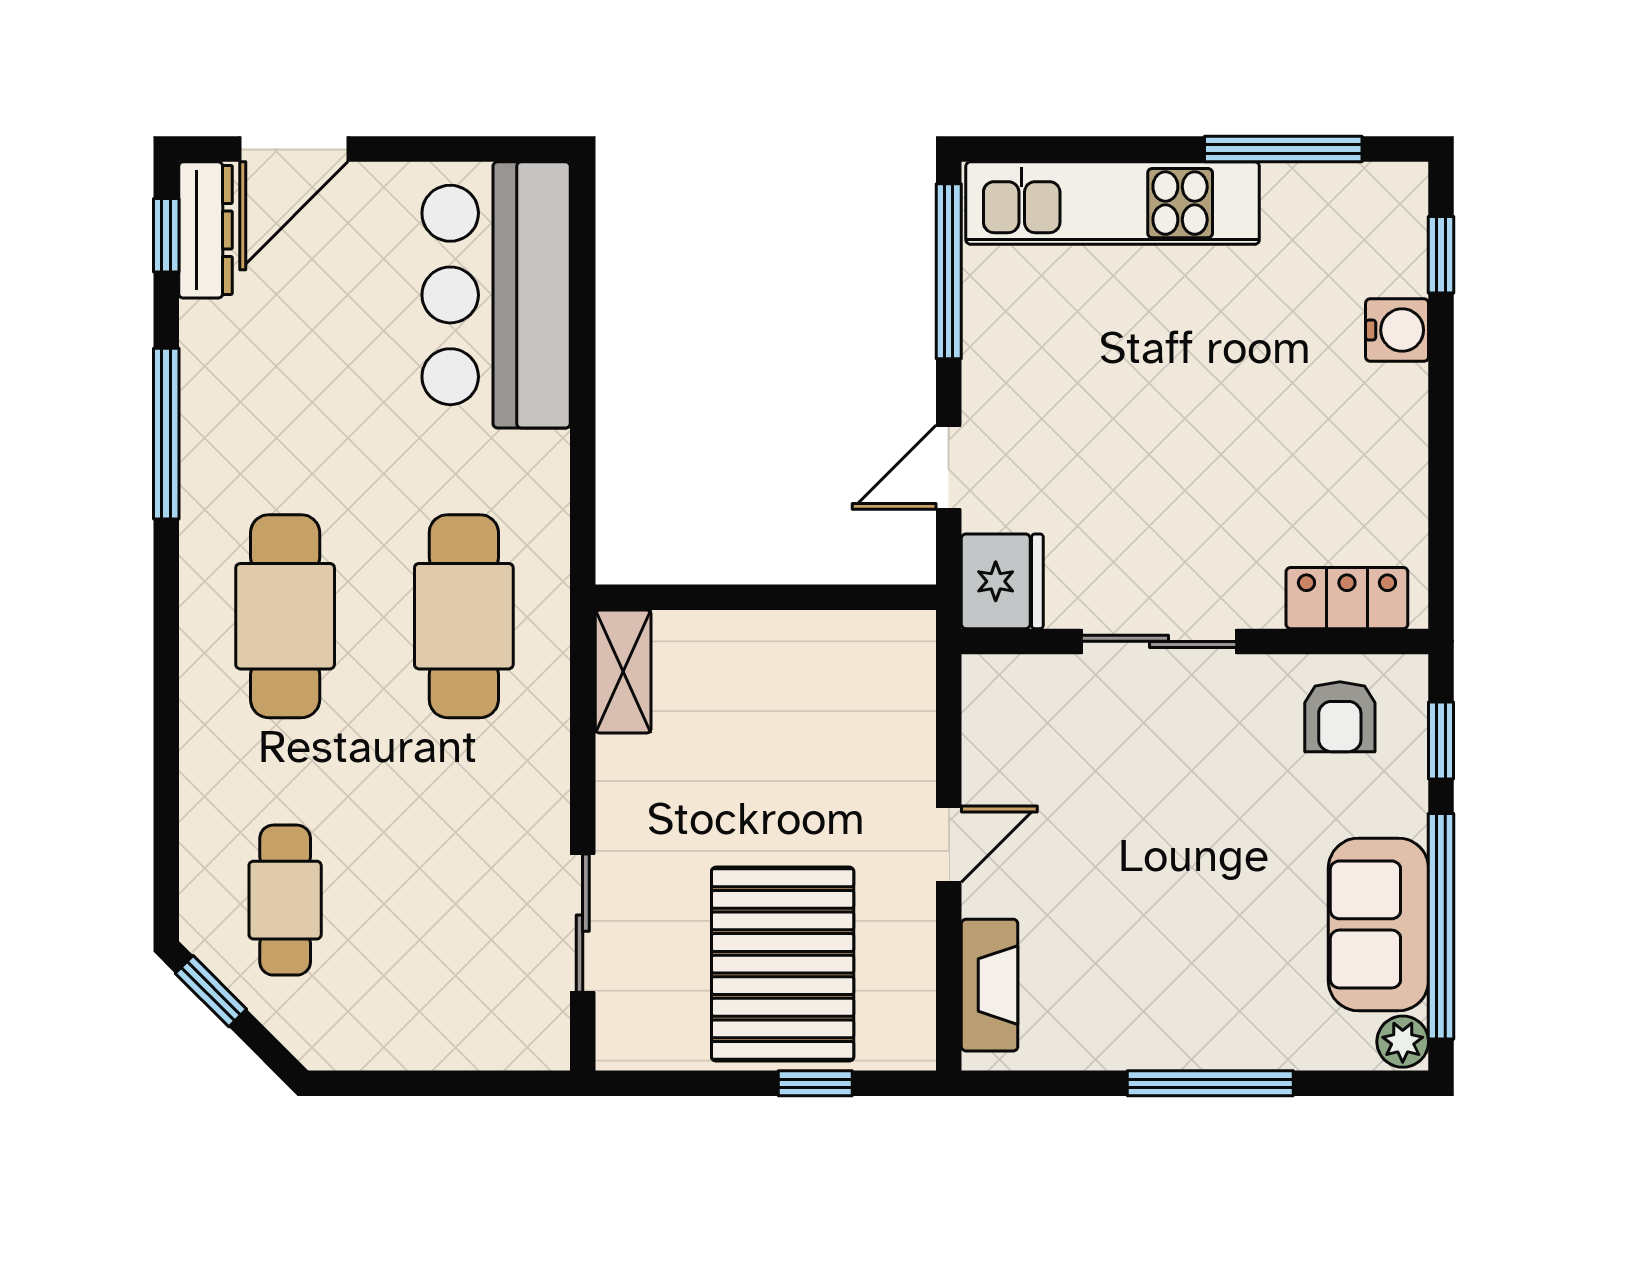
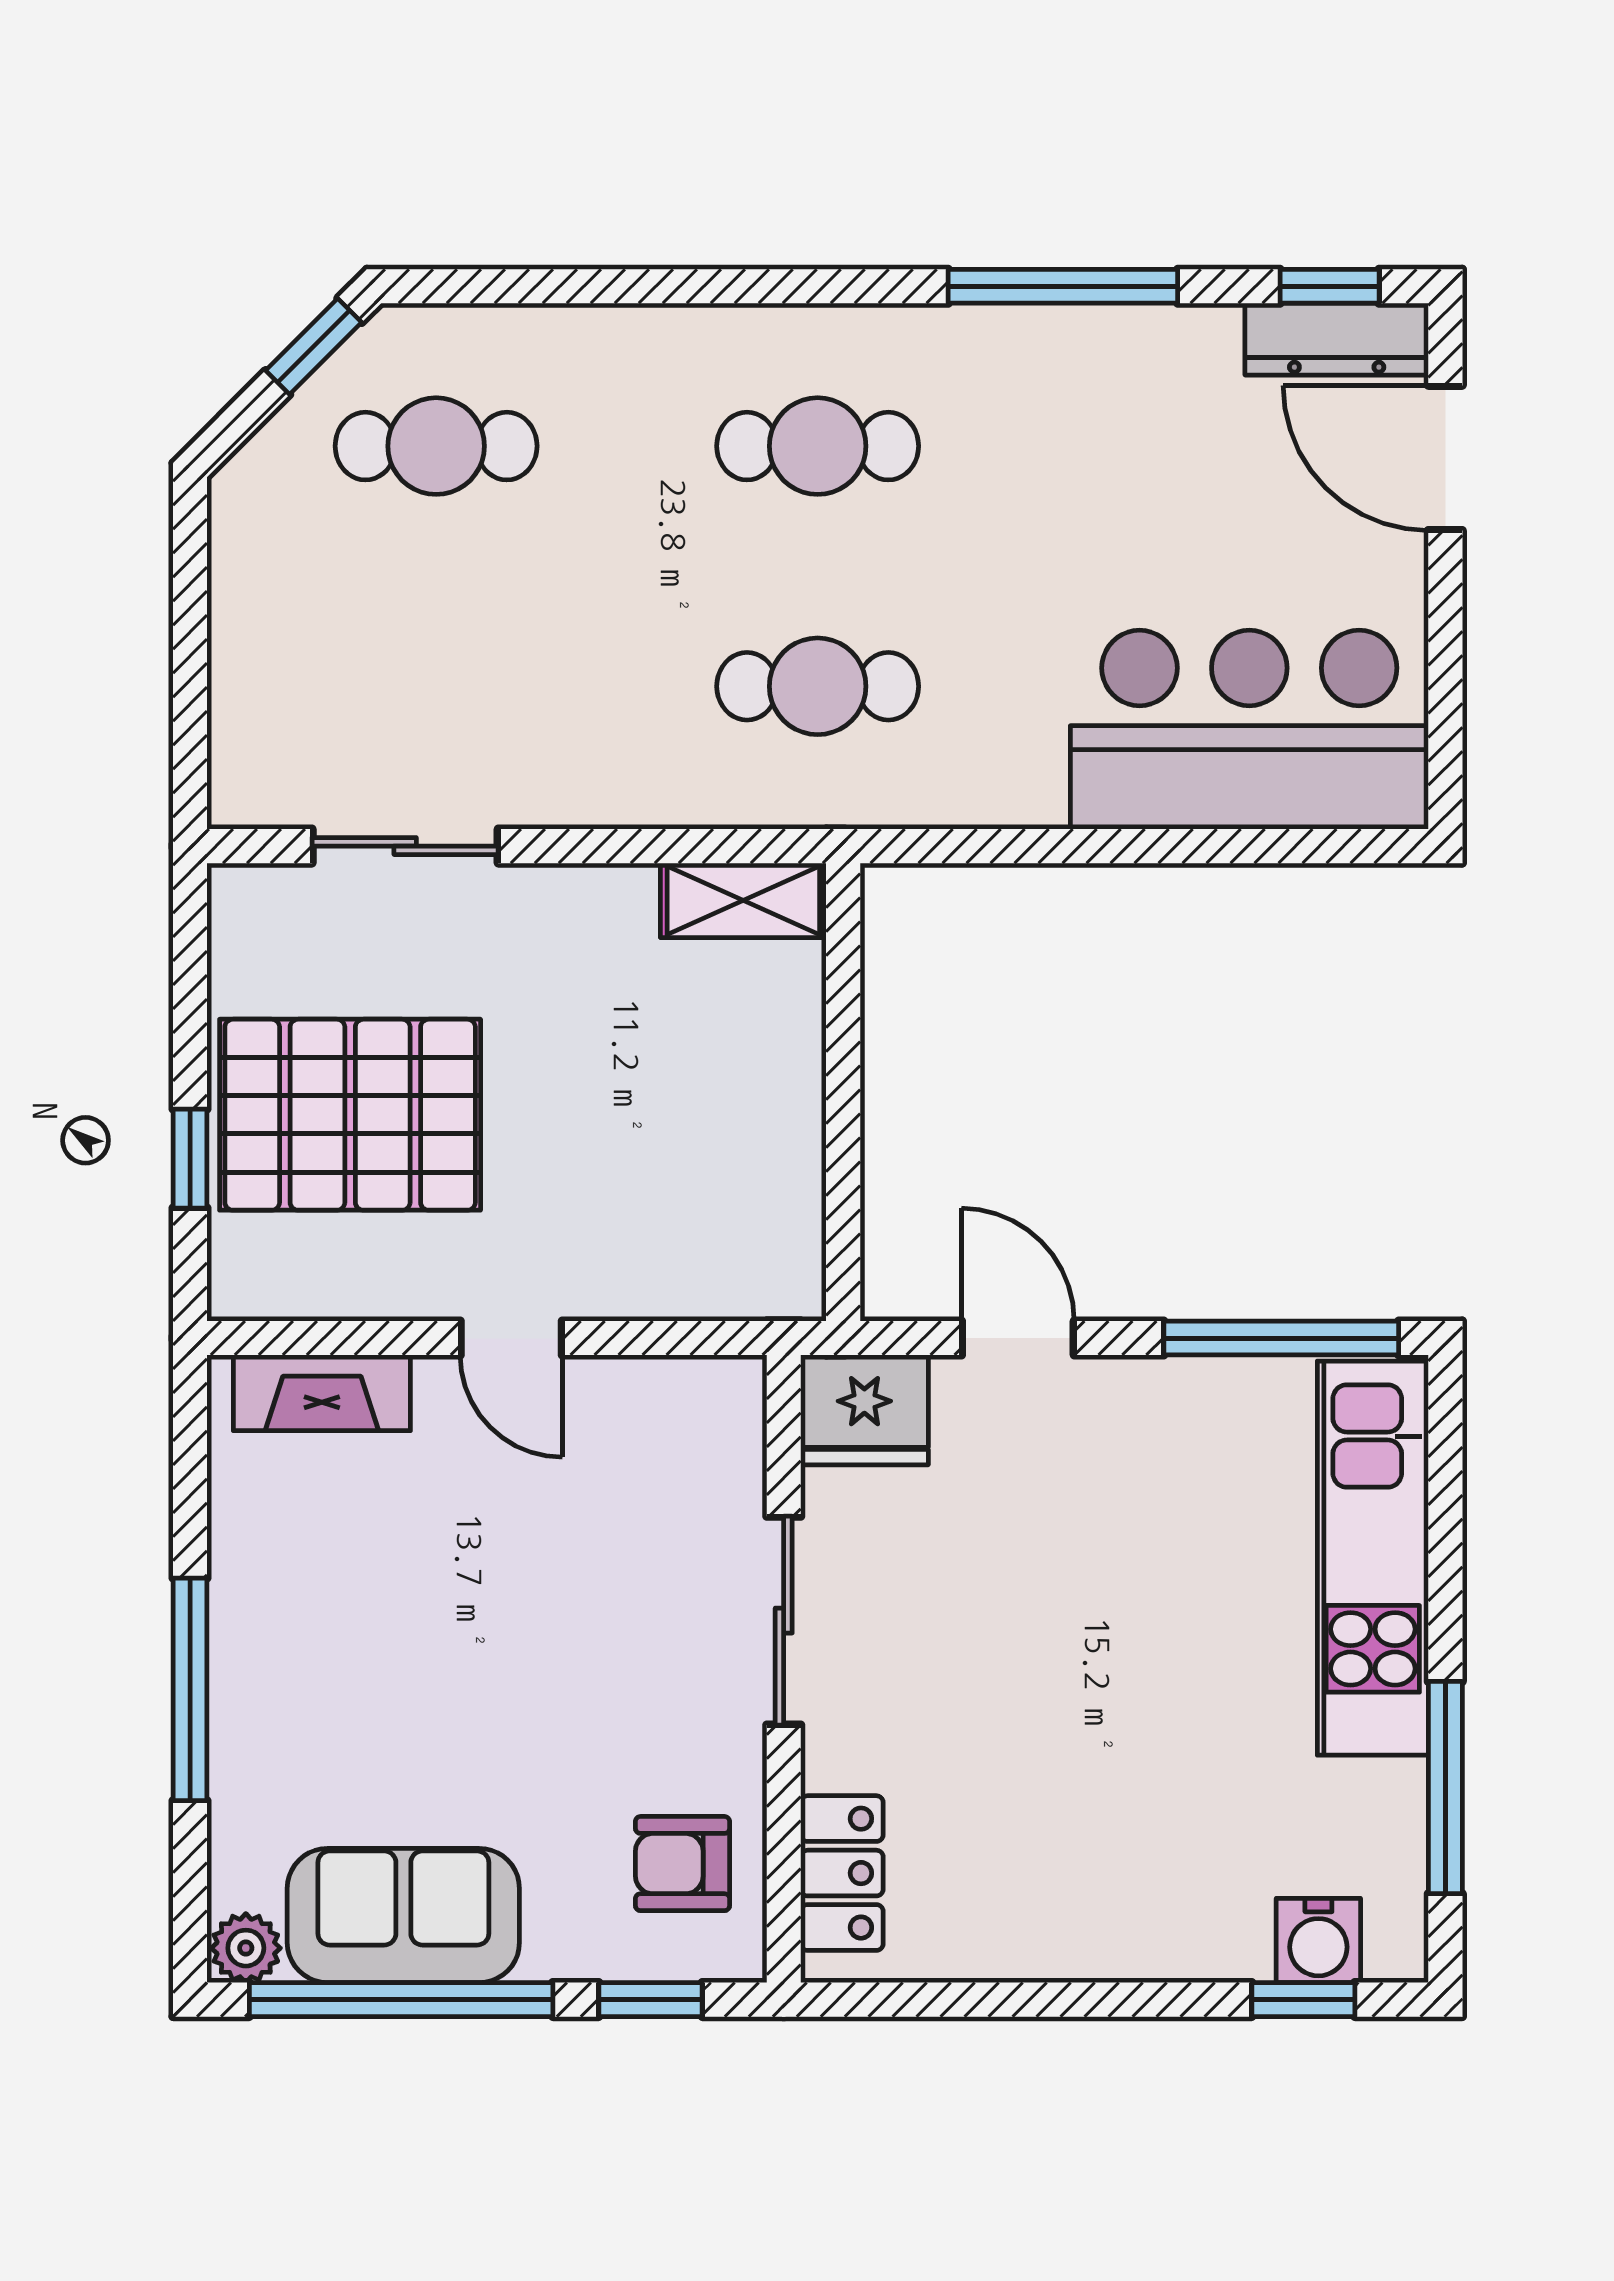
water cooler: (1397, 330) -> (1318, 1940), moved
cafe table: (285, 616) -> (818, 446), width x0.73, depth x0.74
cafe table: (464, 616) -> (818, 686), width x0.73, depth x0.74

